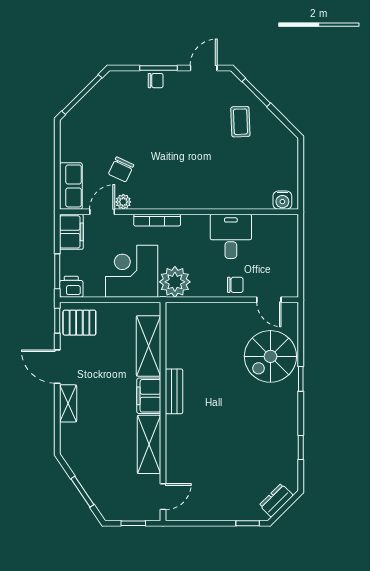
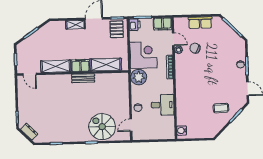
row of seats: (71, 186) -> (200, 23), moved

